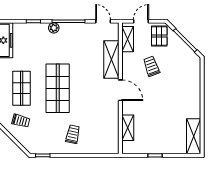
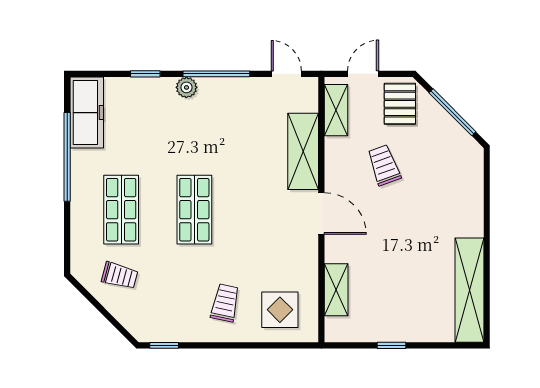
shop shelf: (58, 88) -> (194, 210), width x0.70, depth x0.74
shelving: (194, 136) -> (470, 290), width x1.47
display table: (100, 138) -> (280, 310), added

